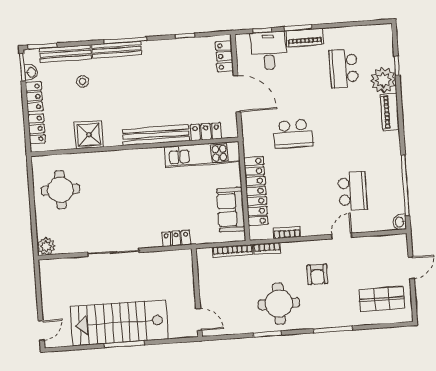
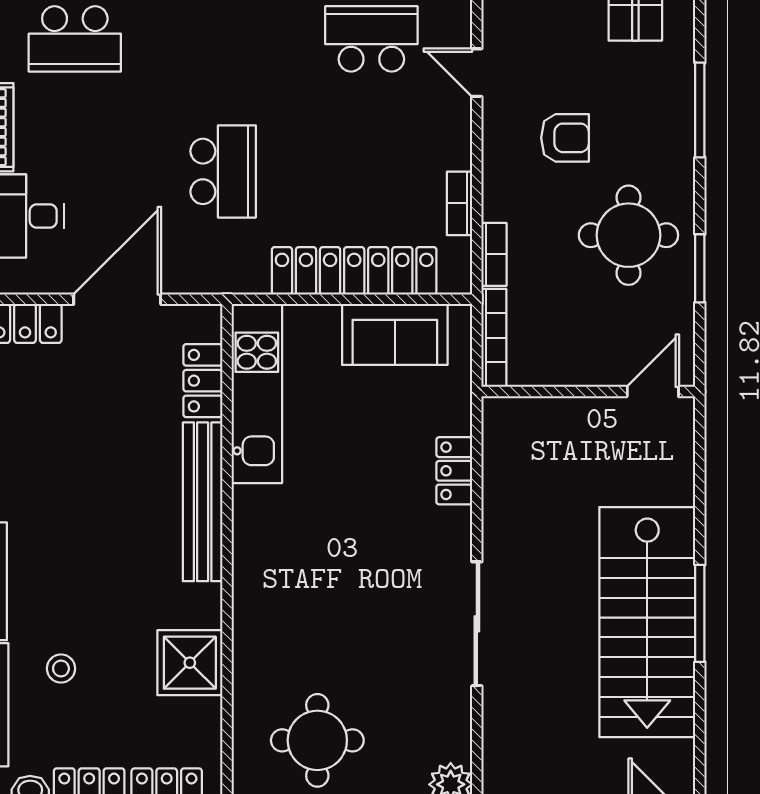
wall: (197, 293) -> (588, 392), moved
door: (199, 319) -> (653, 392), moved

